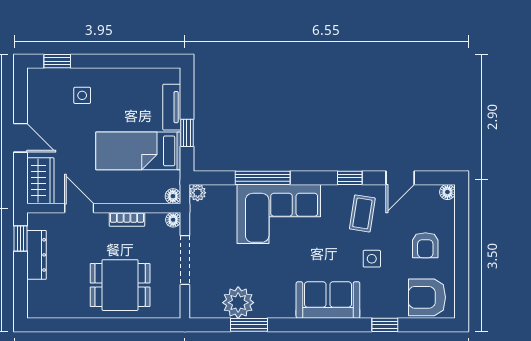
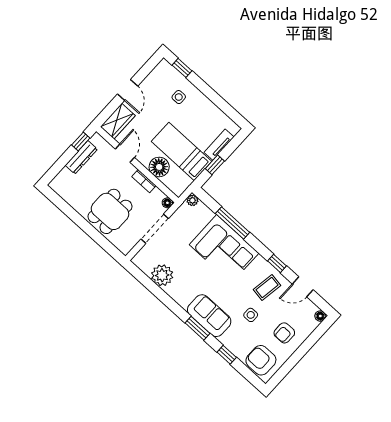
floor lamp: (173, 196) -> (159, 167), moved, width x1.89, depth x1.89
dining table: (120, 285) -> (110, 211), turned 90
window: (249, 325) -> (197, 328), moved

